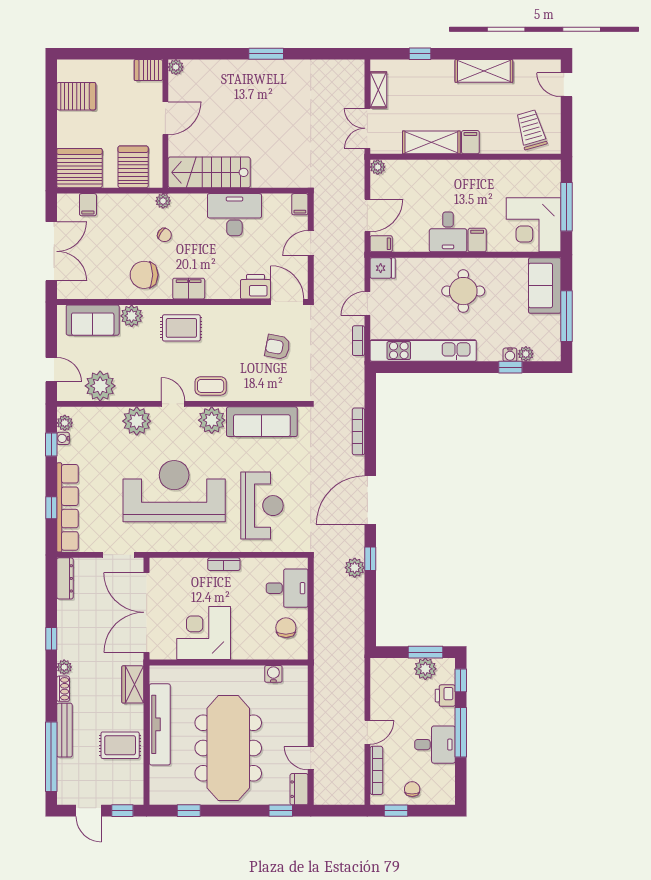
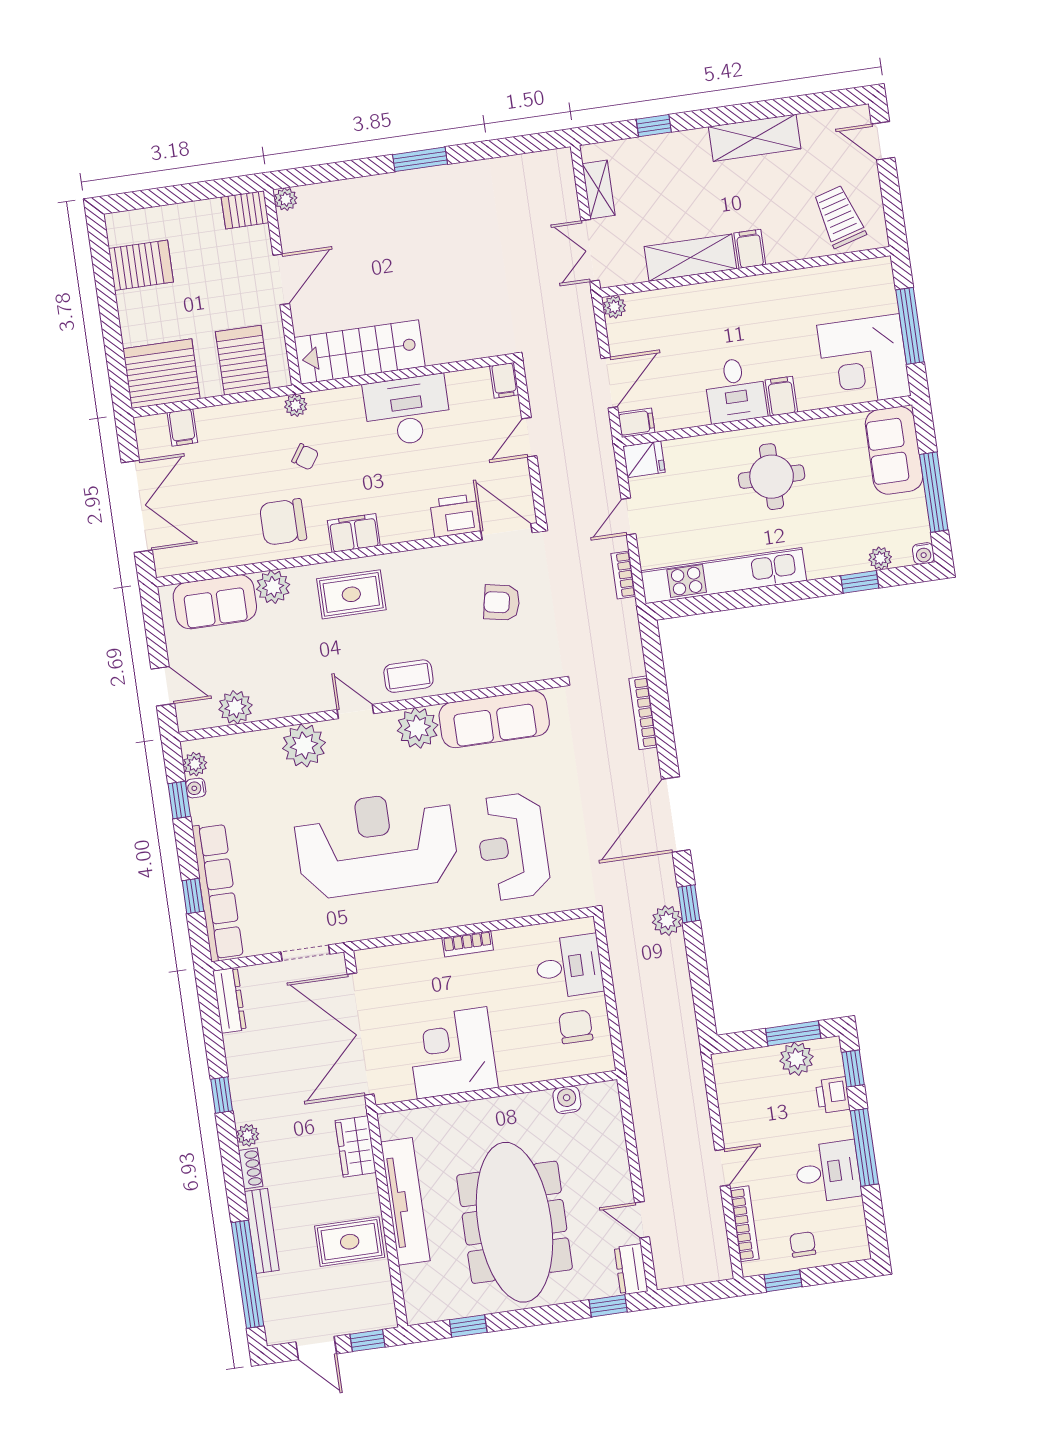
water cooler: (510, 355) -> (923, 553), moved
plant: (100, 386) -> (235, 707), width x0.73, depth x0.73
reception desk: (262, 506) -> (513, 847), turned 180

